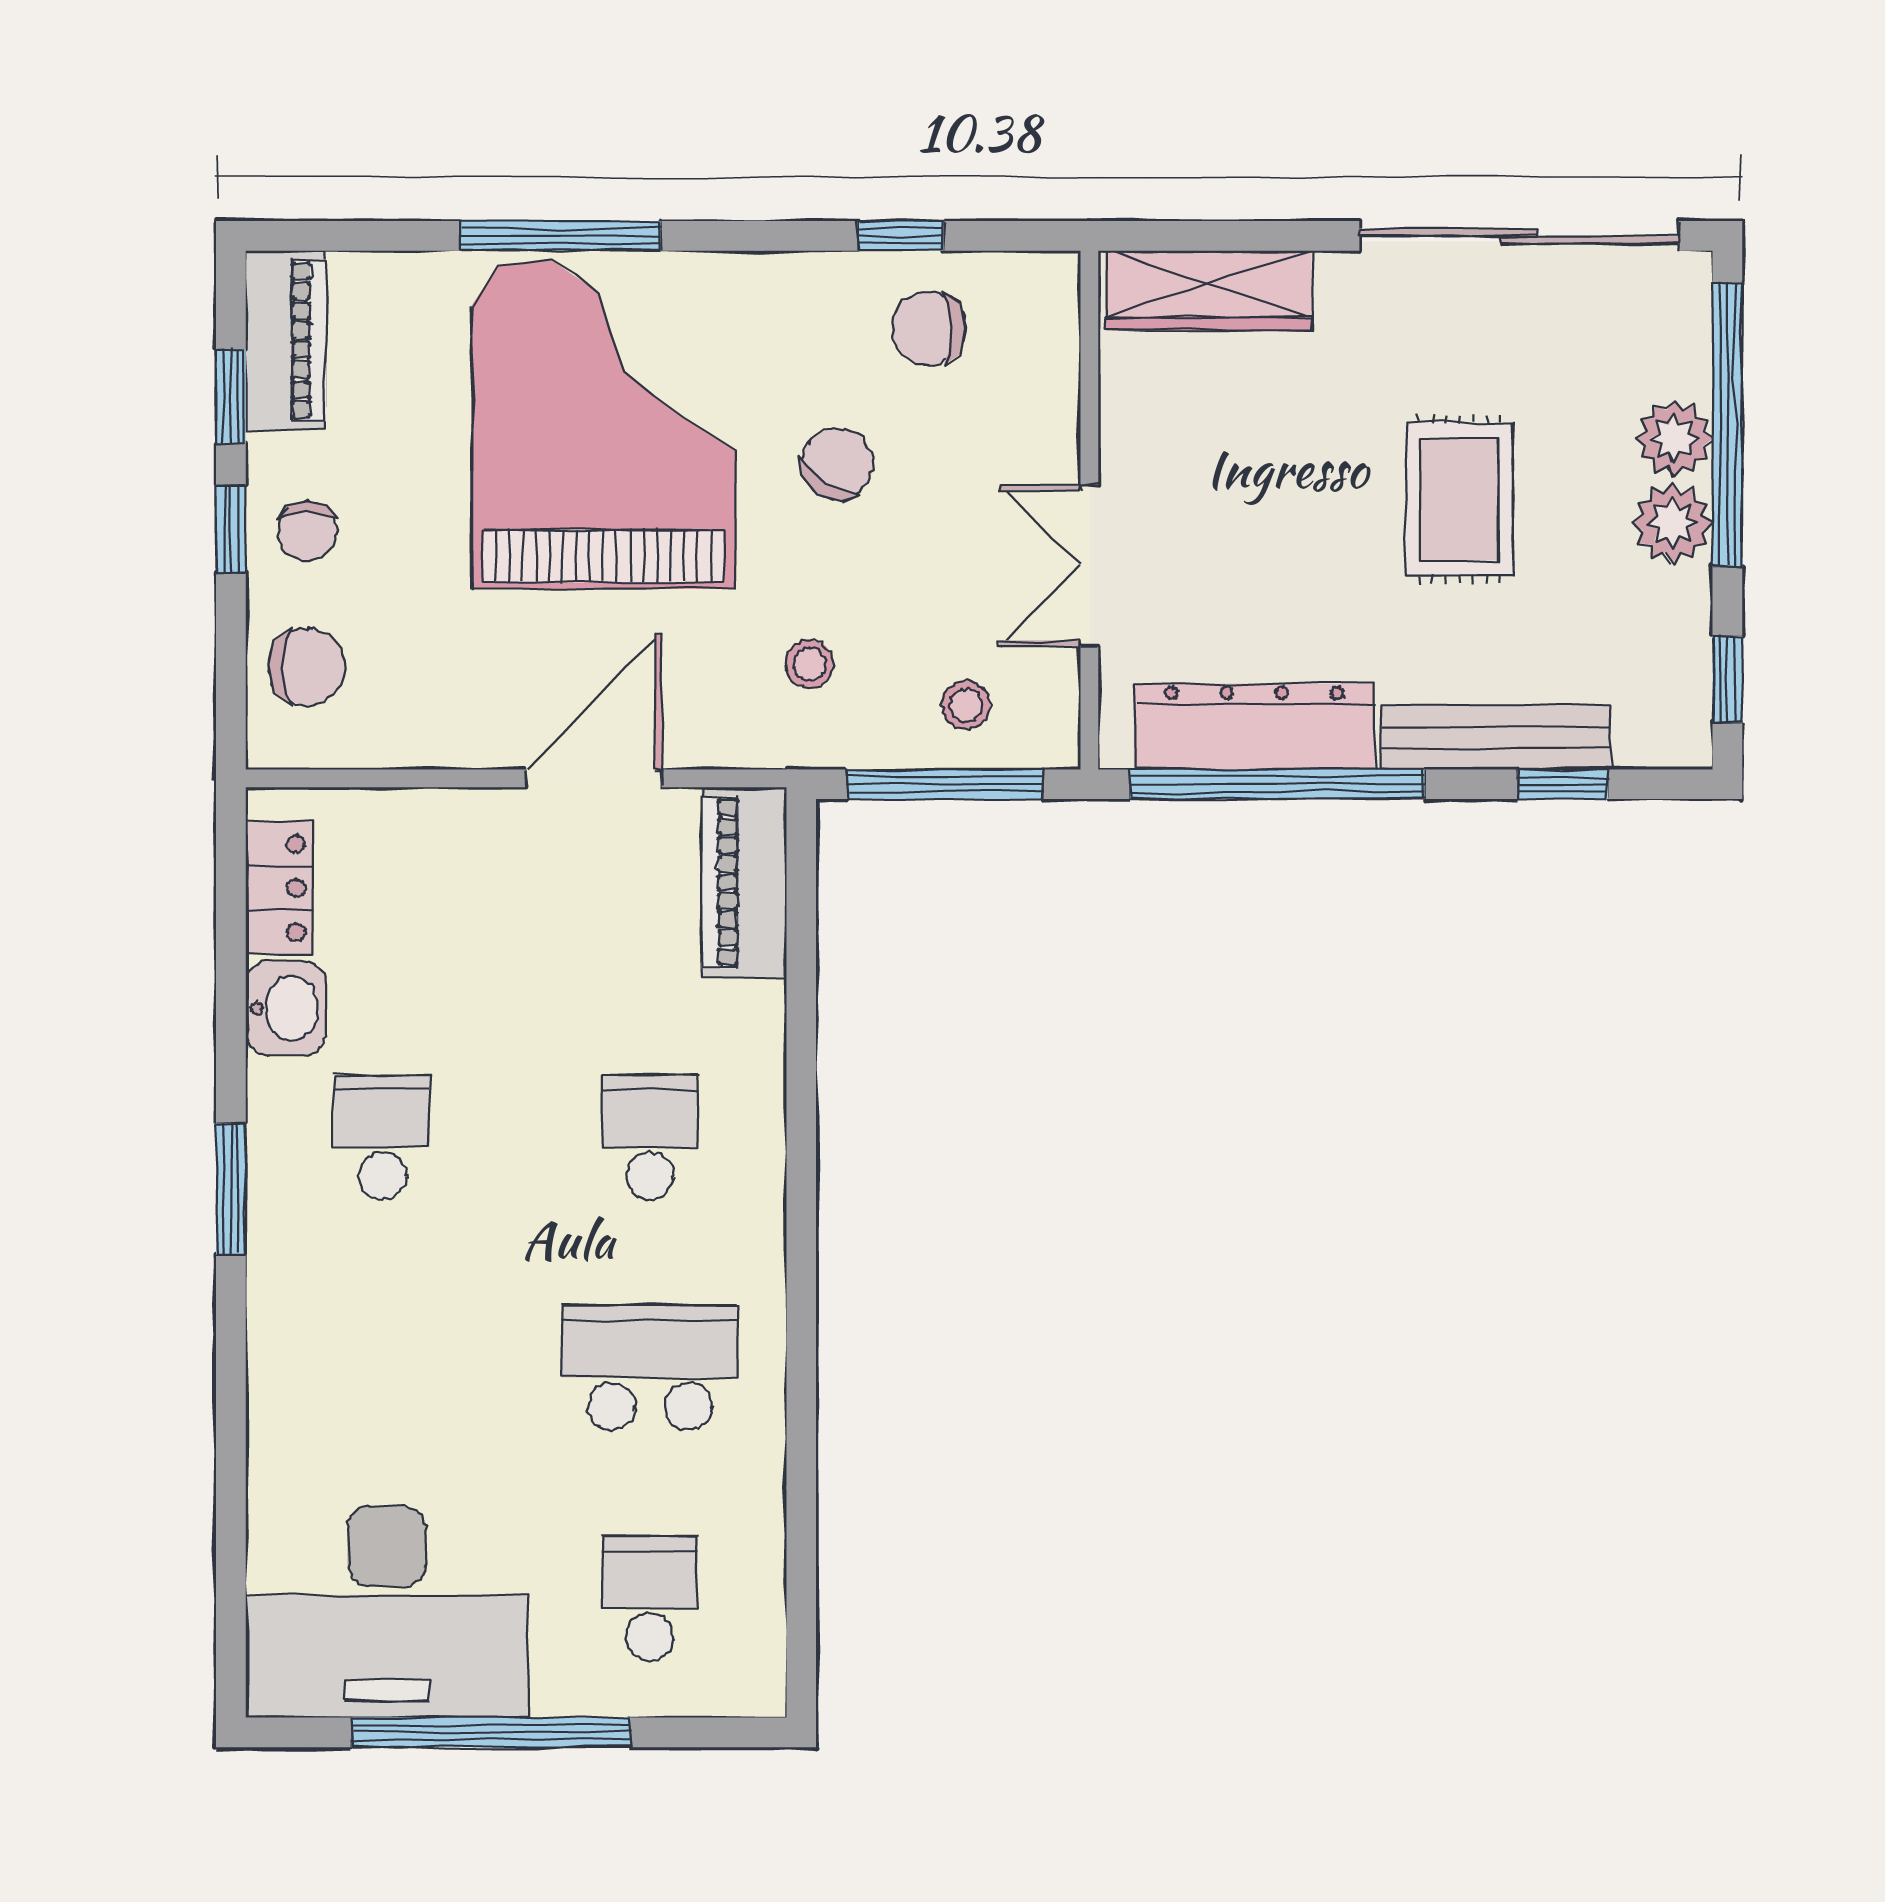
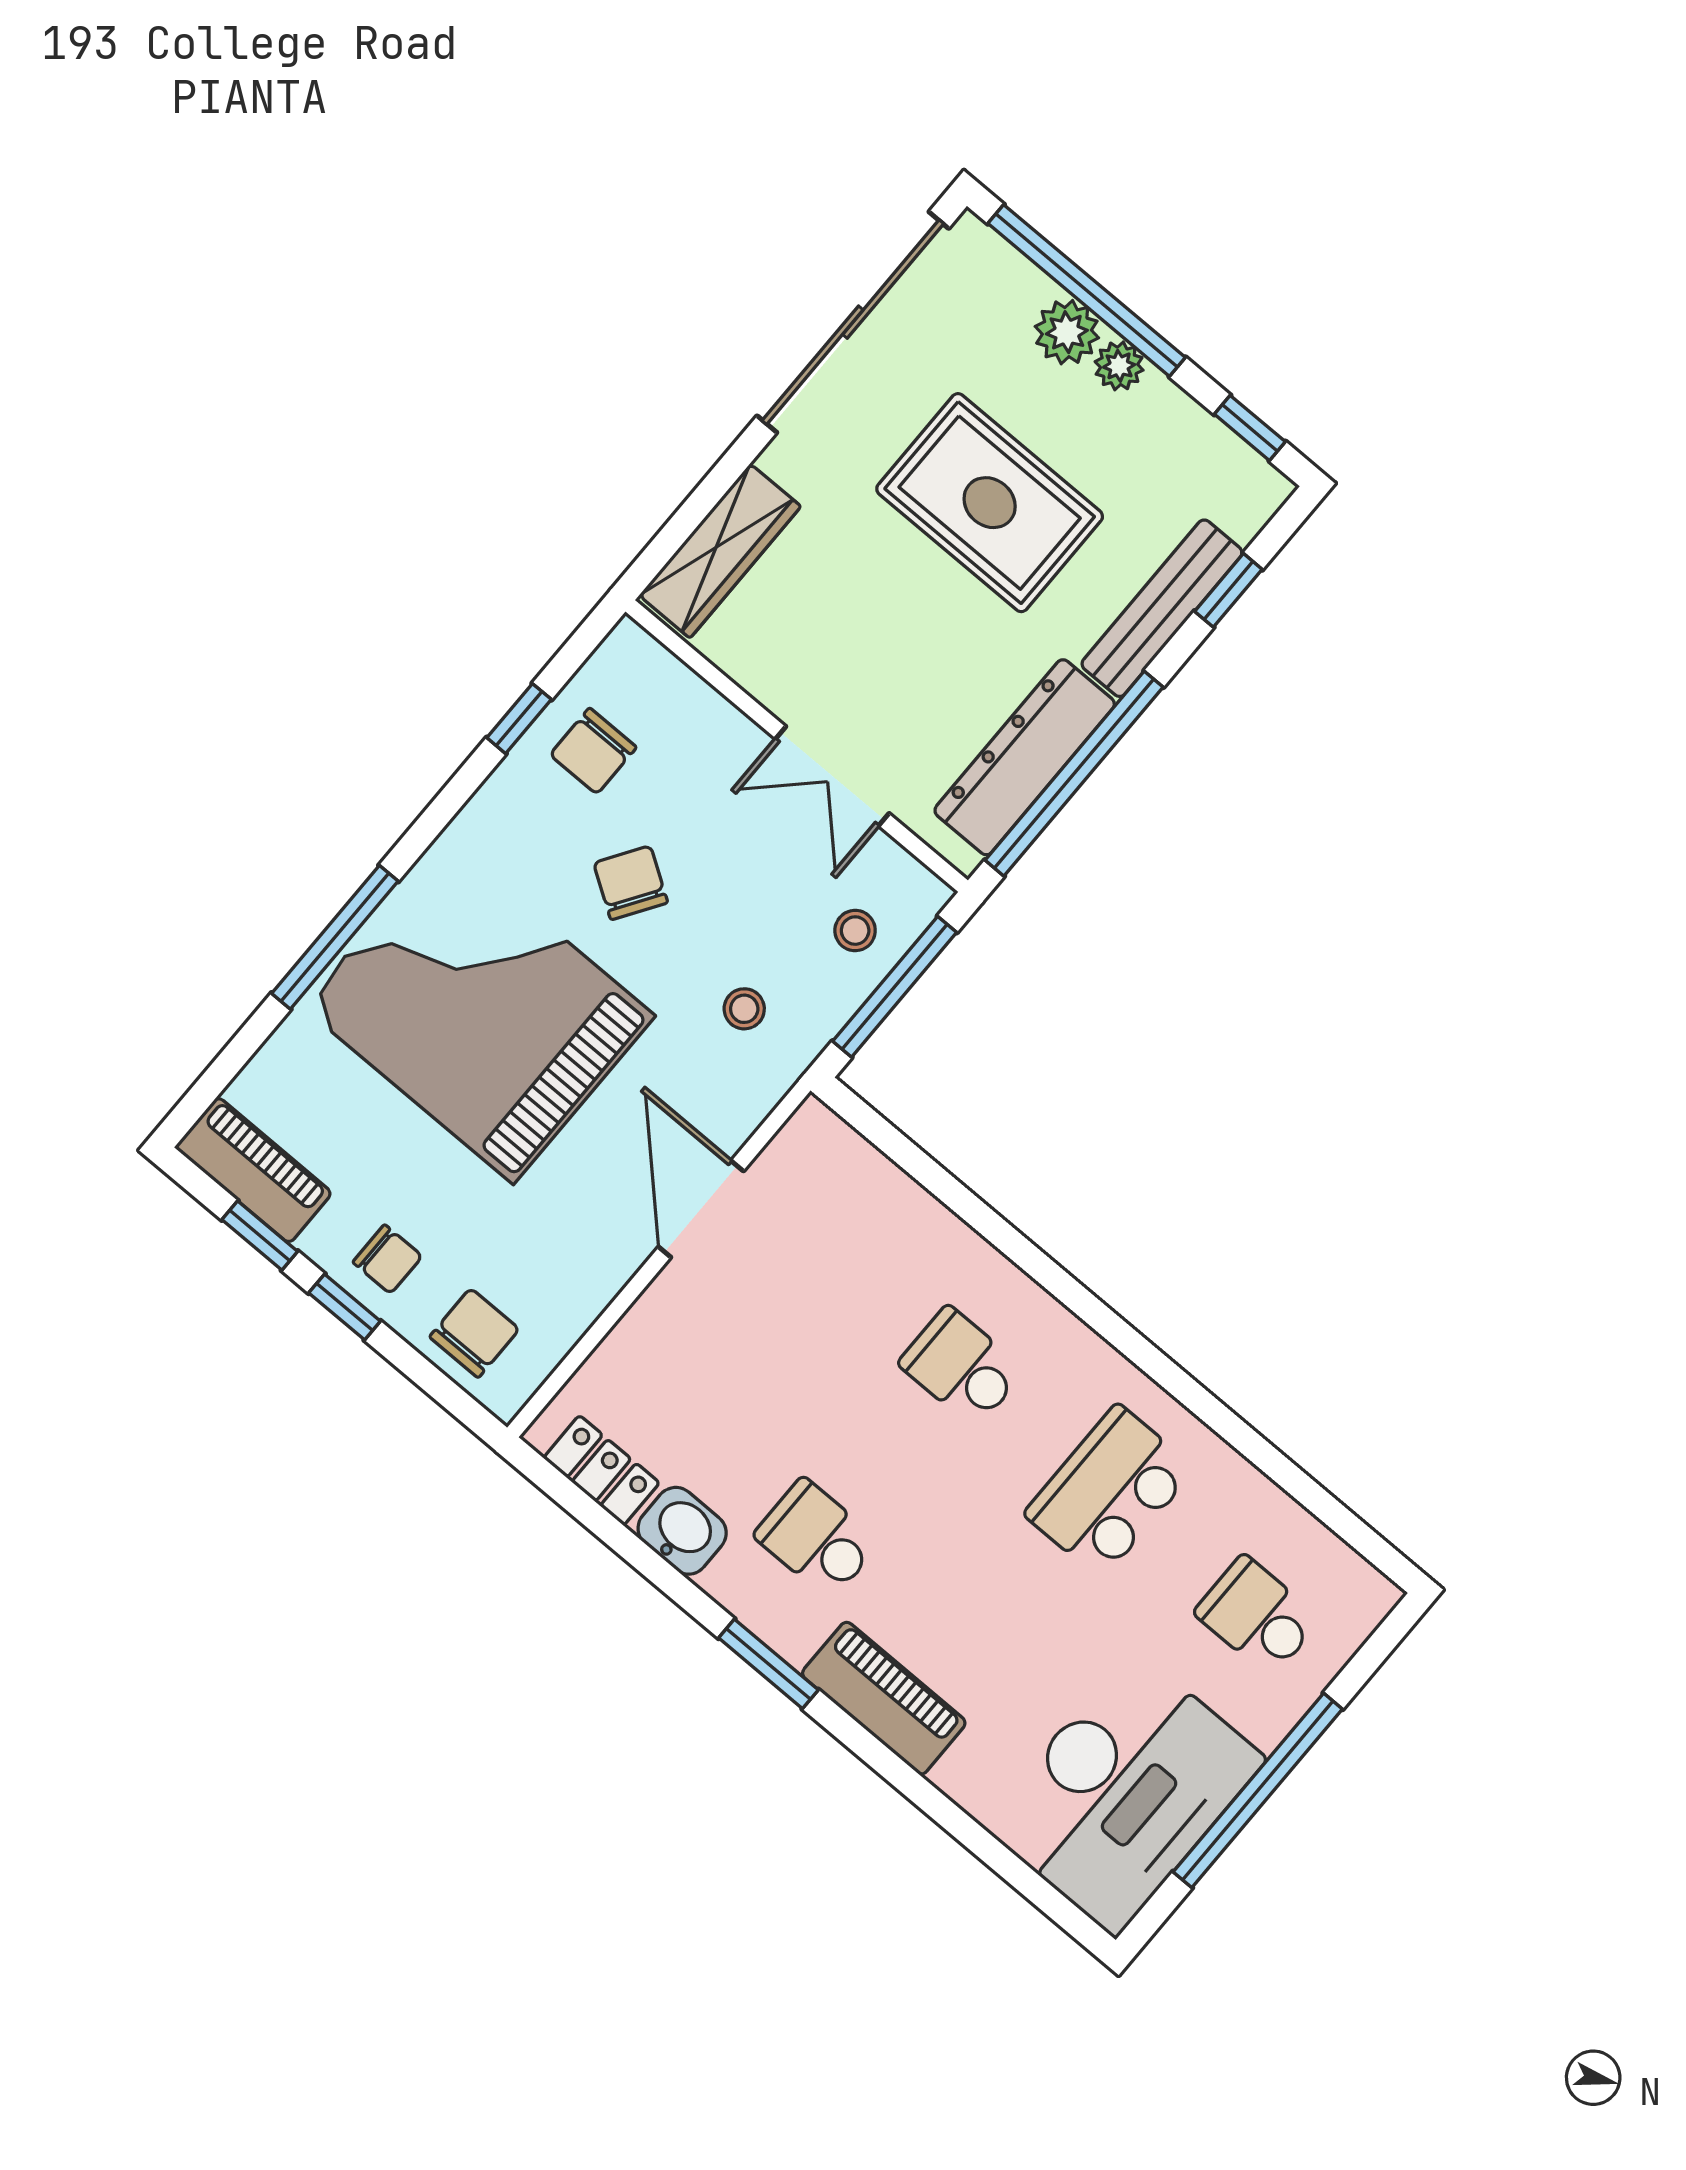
rug: (1459, 499) -> (990, 503), width x1.36, depth x1.43
plant: (1673, 523) -> (1119, 366), width x0.73, depth x0.73
piano: (744, 882) -> (884, 1698), moved, turned 180

